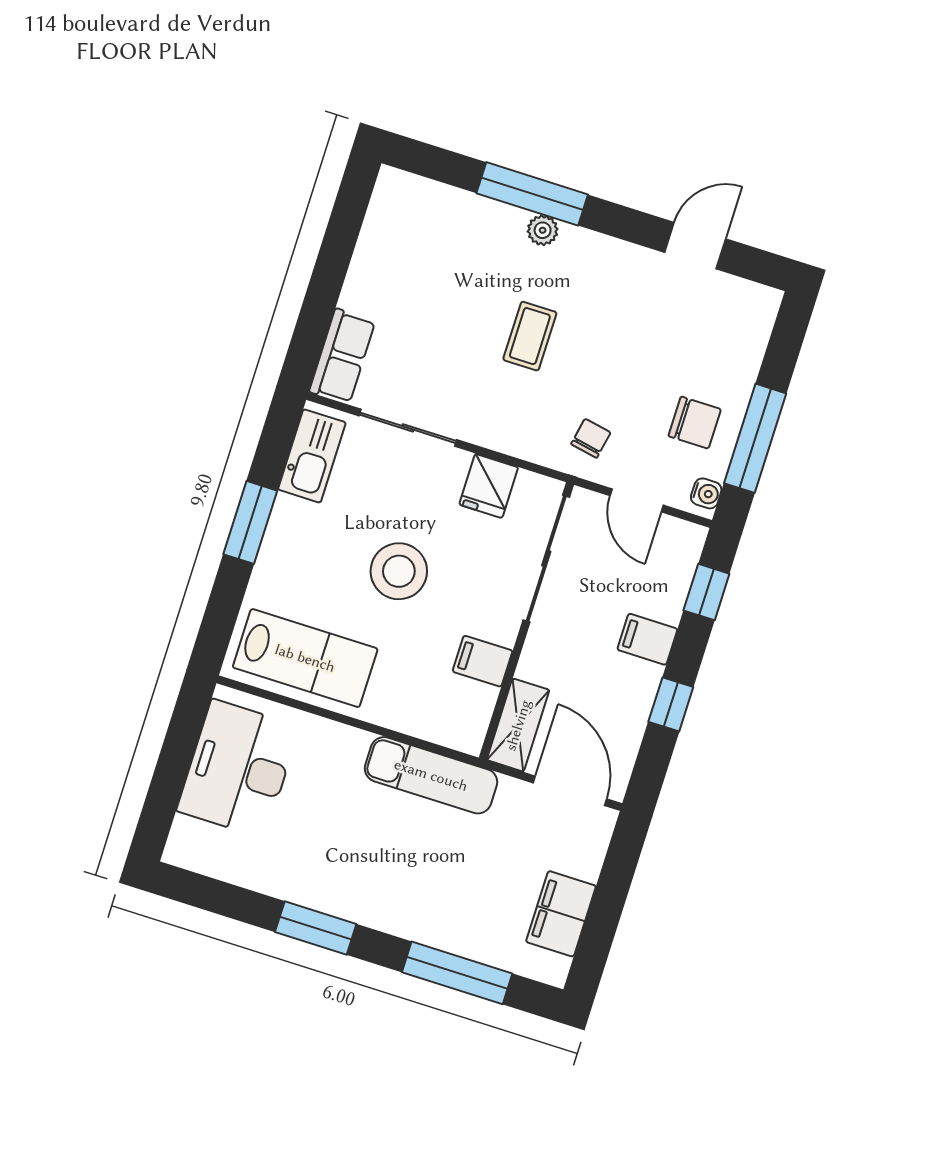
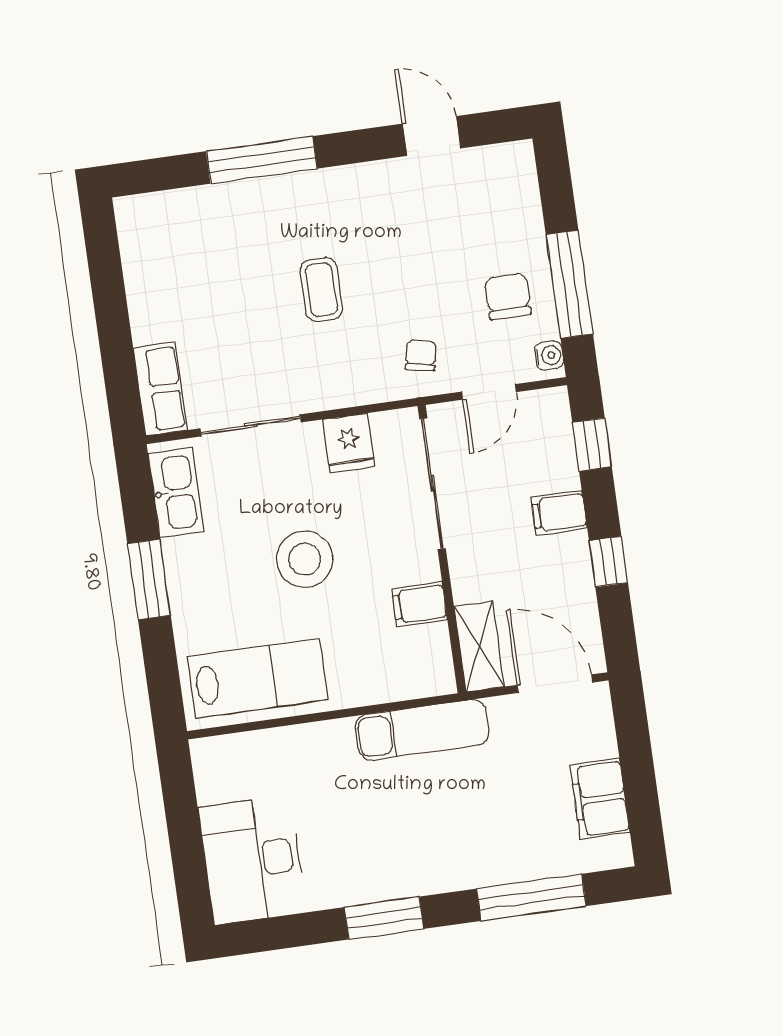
plant: (543, 230) -> (287, 188), removed
door: (695, 246) -> (432, 136), hinge flipped
chair: (695, 423) -> (508, 296), turned -90
door: (637, 500) -> (489, 392), hinge flipped
desk: (238, 769) -> (252, 860), moved

